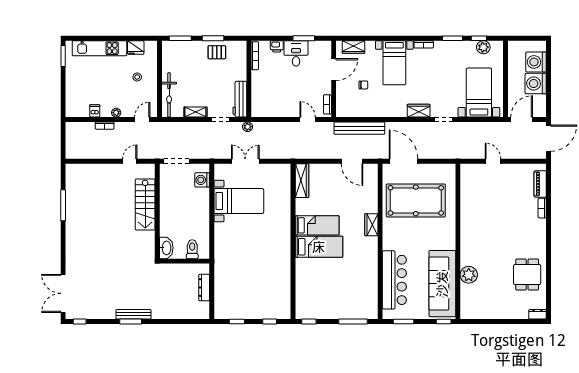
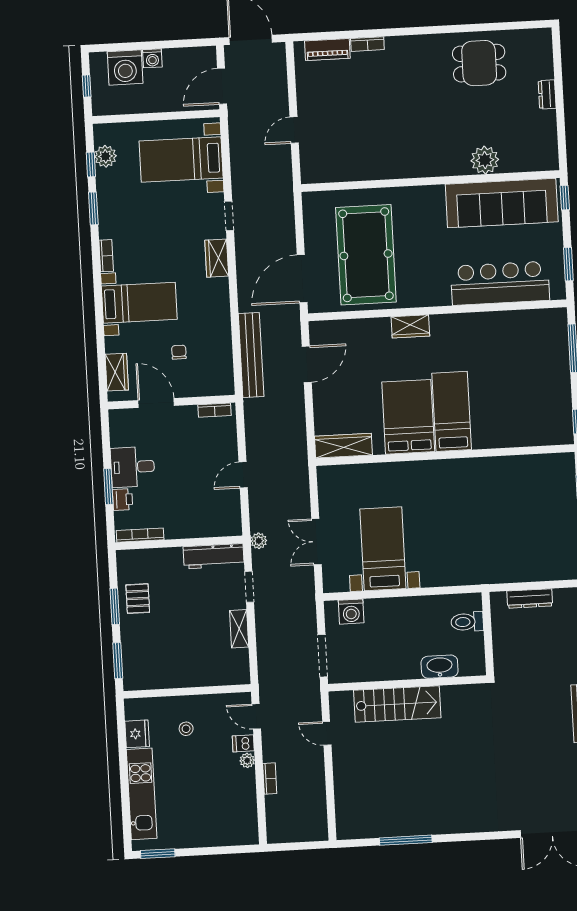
window: (304, 38) -> (108, 487), moved
window: (526, 38) -> (87, 86), added
washing machine: (536, 84) -> (152, 58), width x0.53, depth x0.53
bicycle: (169, 95) -> (213, 674), removed
dishwasher: (95, 111) -> (243, 743), moved
door: (308, 120) -> (243, 475), moved
door: (522, 120) -> (222, 86), hinge flipped
bed: (317, 225) -> (408, 417), width x1.50
washbasin: (166, 248) -> (440, 667), moved
dresser: (537, 314) -> (547, 94), moved

